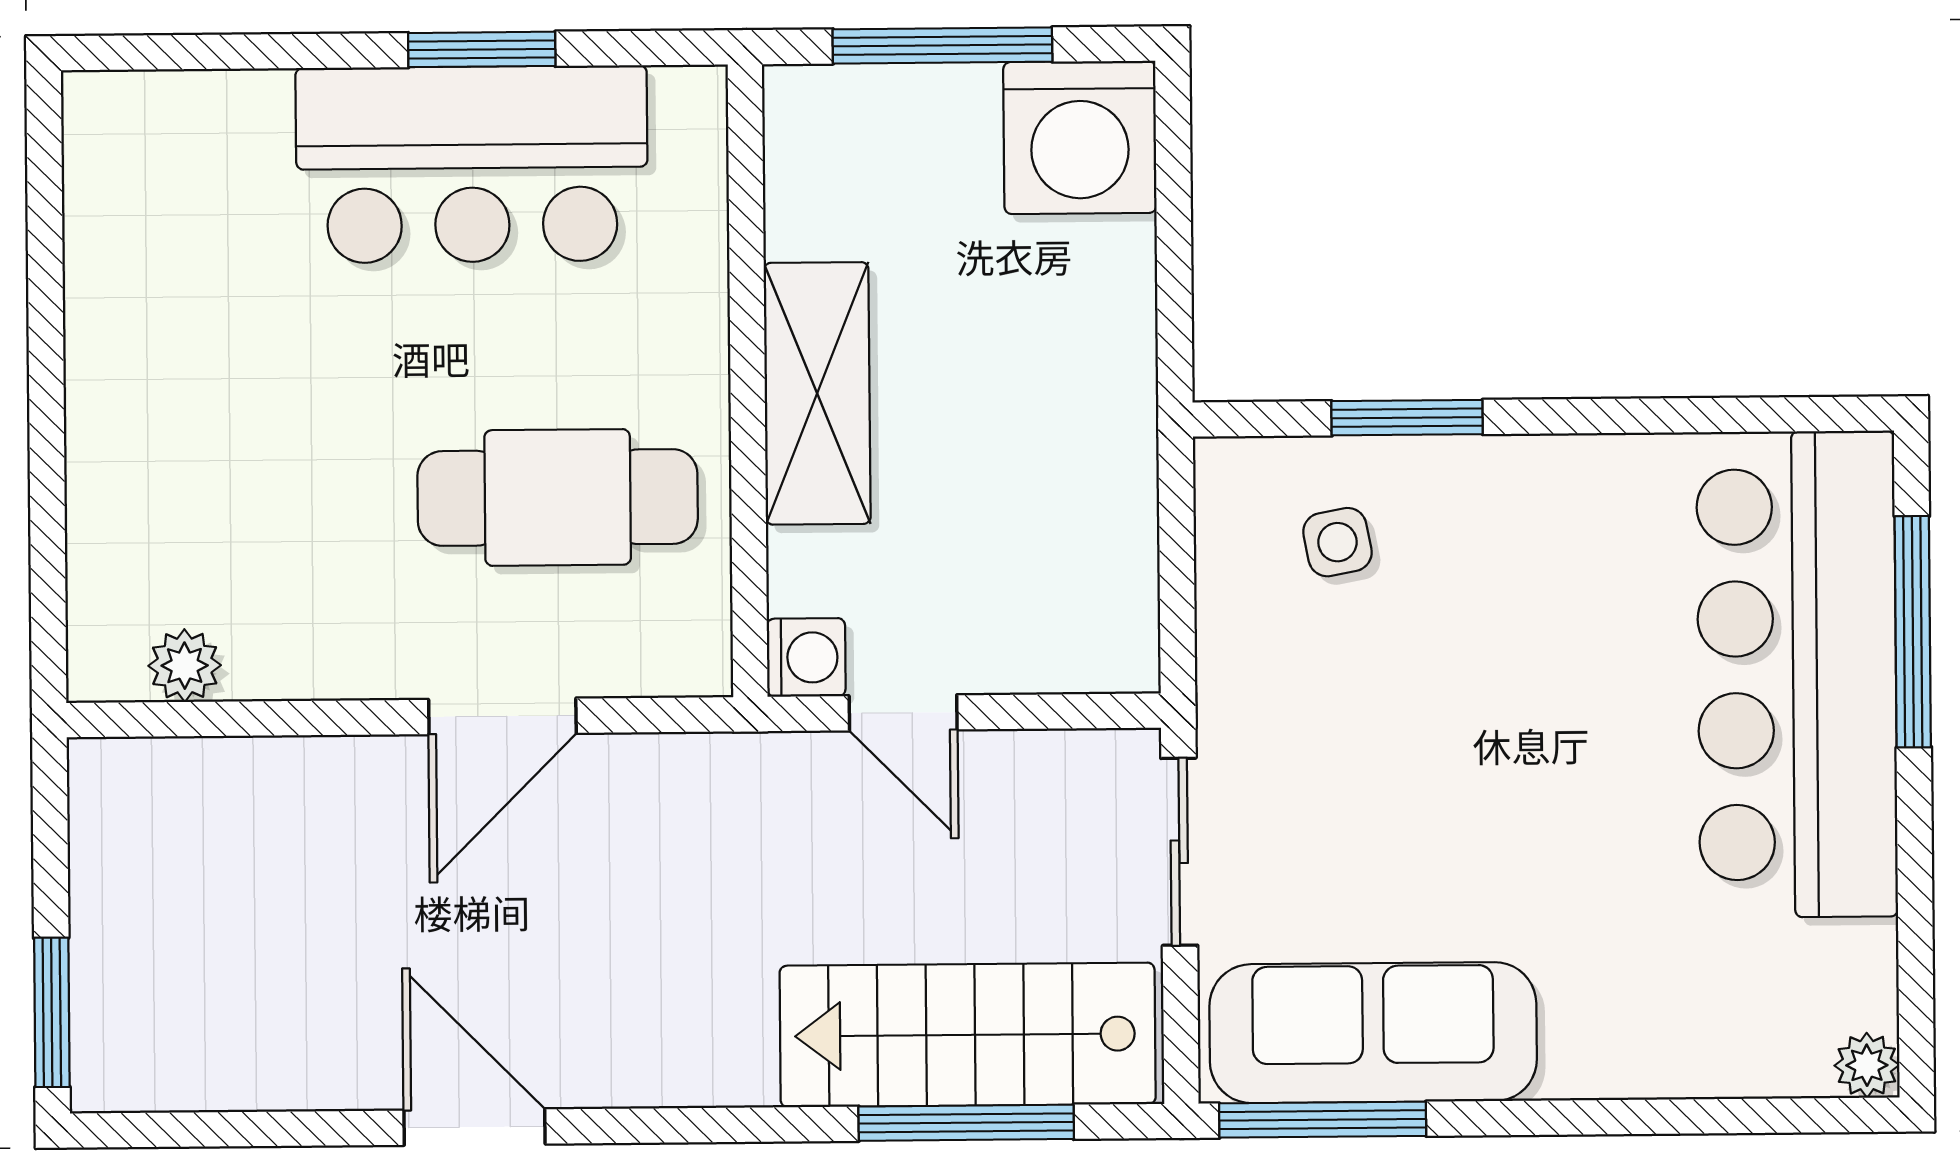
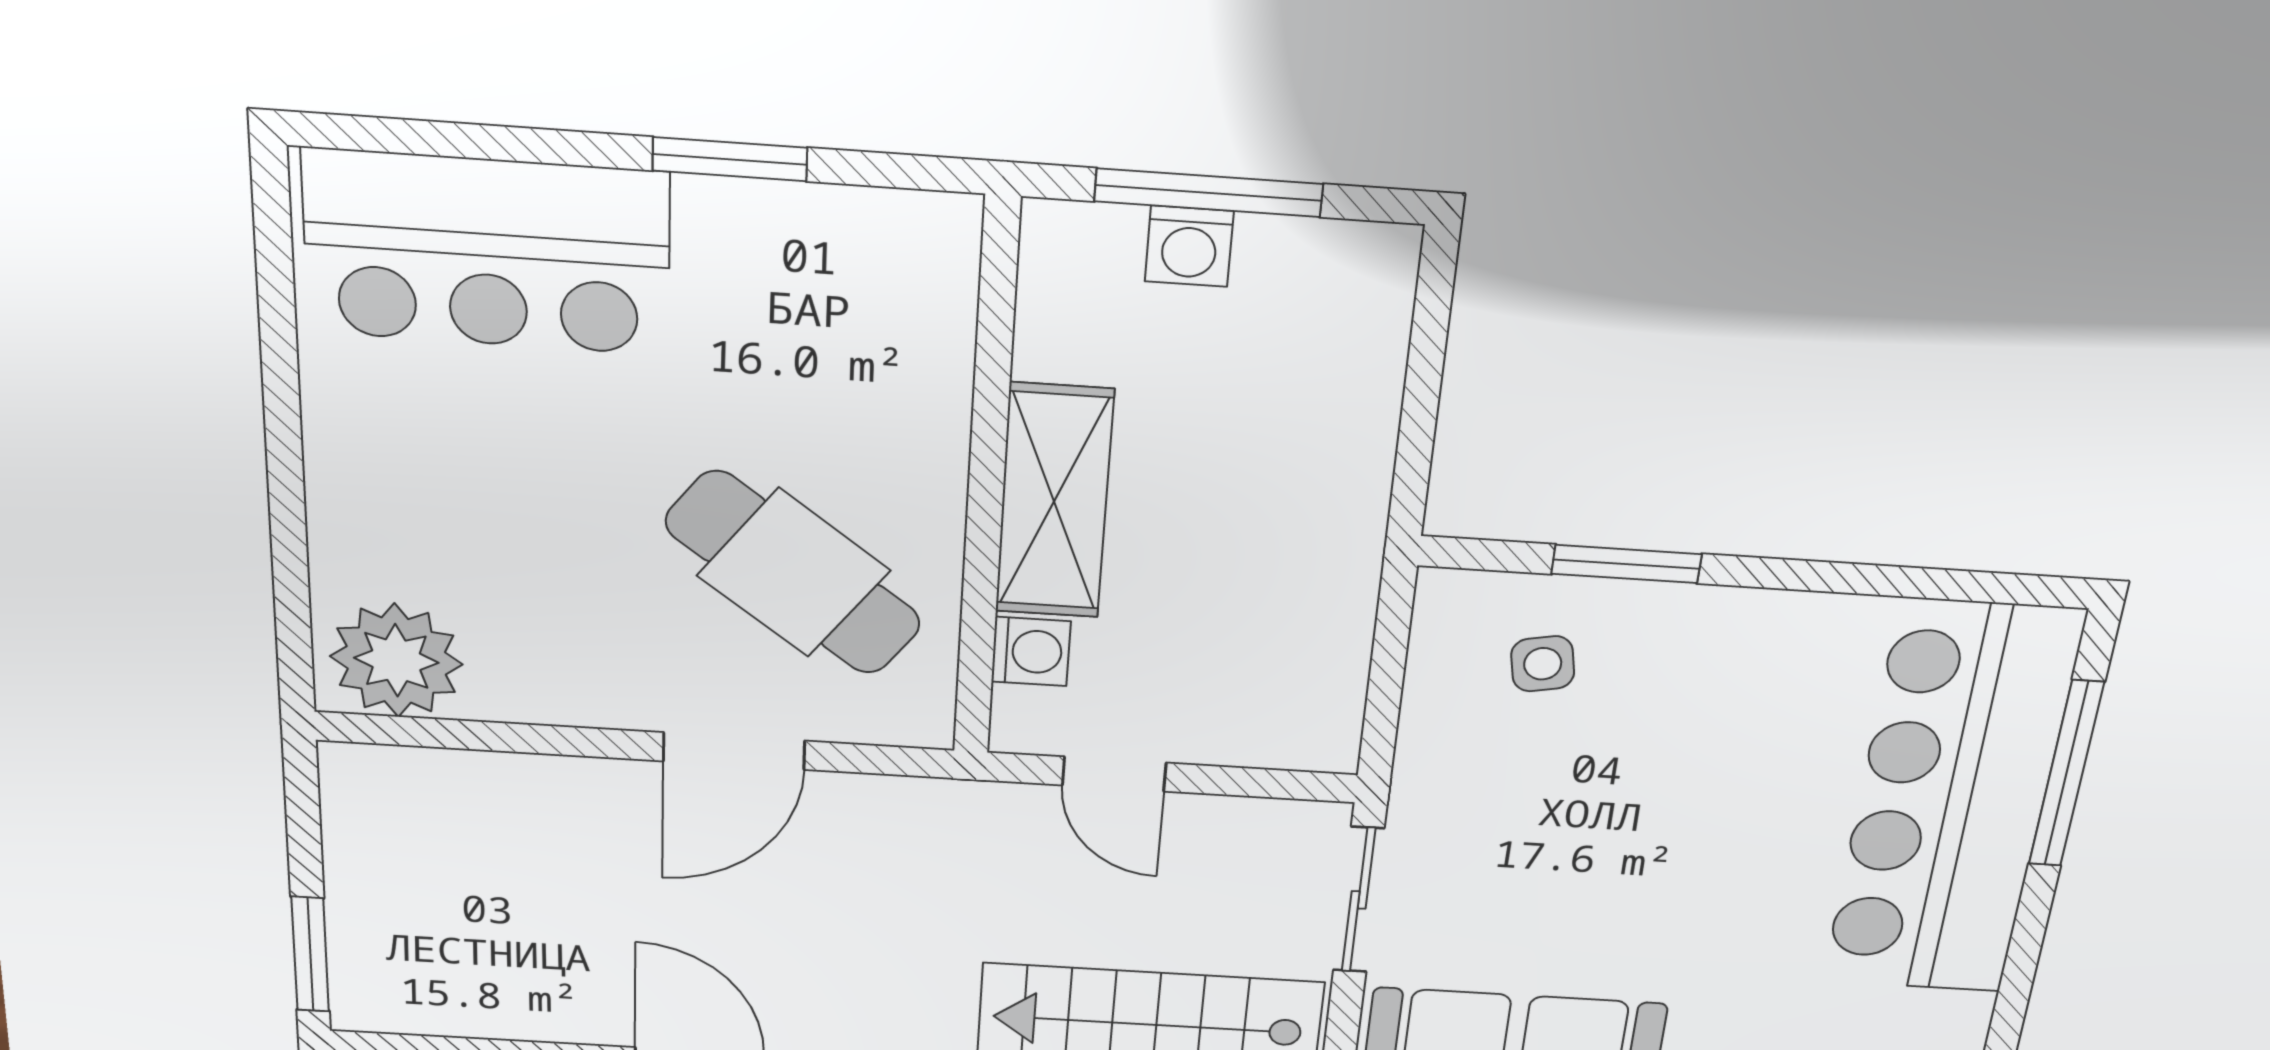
washing machine: (1080, 137) -> (1189, 246), moved, width x0.53, depth x0.53
bar counter: (472, 164) -> (487, 252), moved
cafe table: (558, 497) -> (794, 573), turned 37
washing machine: (806, 657) -> (1031, 651), moved
plant: (185, 666) -> (396, 660), width x1.87, depth x1.87

